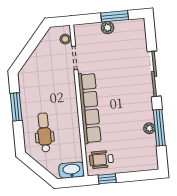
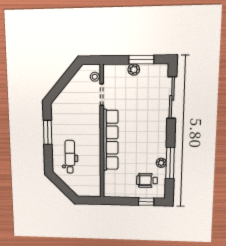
sliding door: (154, 74) -> (172, 98), moved
wheelchair: (101, 159) -> (147, 180), moved
washbasin: (71, 170) -> (90, 191), removed
window: (107, 179) -> (146, 202), moved

